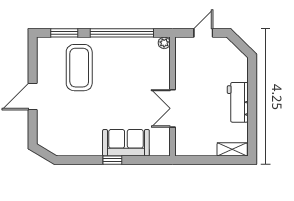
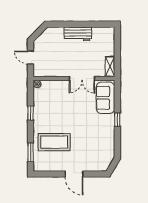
window: (122, 33) -> (31, 113), width x0.32
sofa: (126, 143) -> (105, 98), moved
shelving: (232, 149) -> (110, 67), moved

